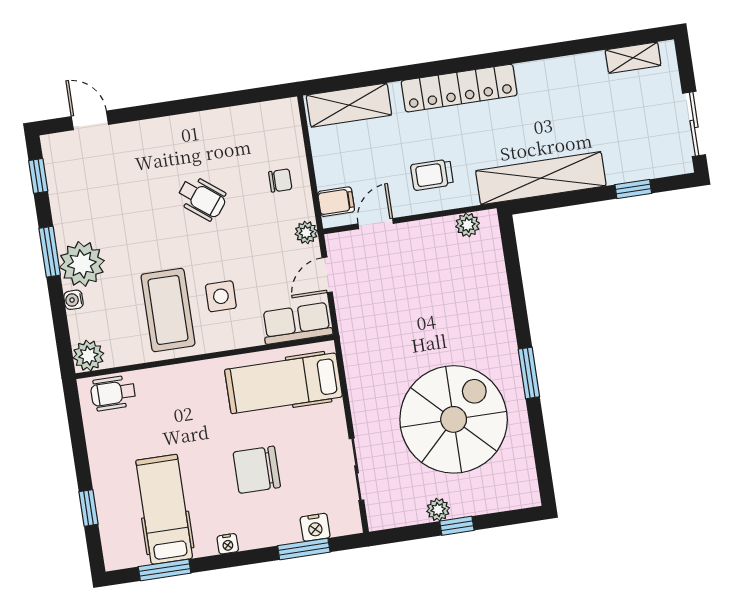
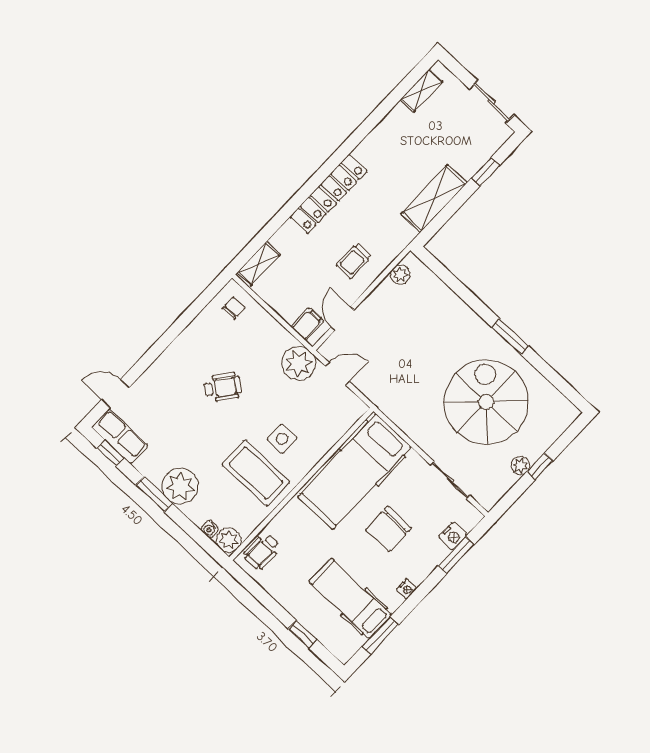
shelving: (349, 105) -> (259, 264), width x0.67, depth x0.75
shelving: (541, 178) -> (434, 198), width x0.68
chair: (280, 180) -> (234, 308), moved
plant: (306, 233) -> (299, 363), width x1.87, depth x1.87
door: (327, 275) -> (337, 374), swing flipped
water cooler: (73, 300) -> (210, 529), moved
row of seats: (297, 323) -> (120, 436), moved, turned 90
hospital bed: (284, 383) -> (354, 472), width x1.37, depth x1.29

